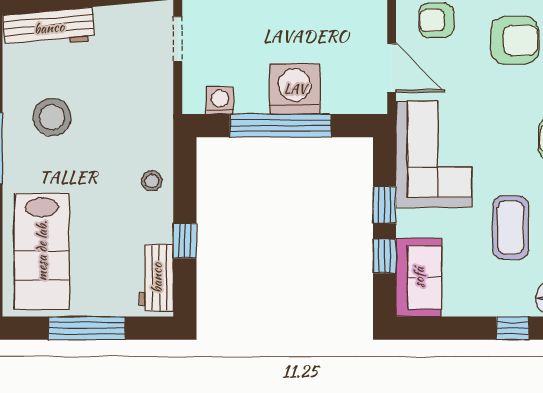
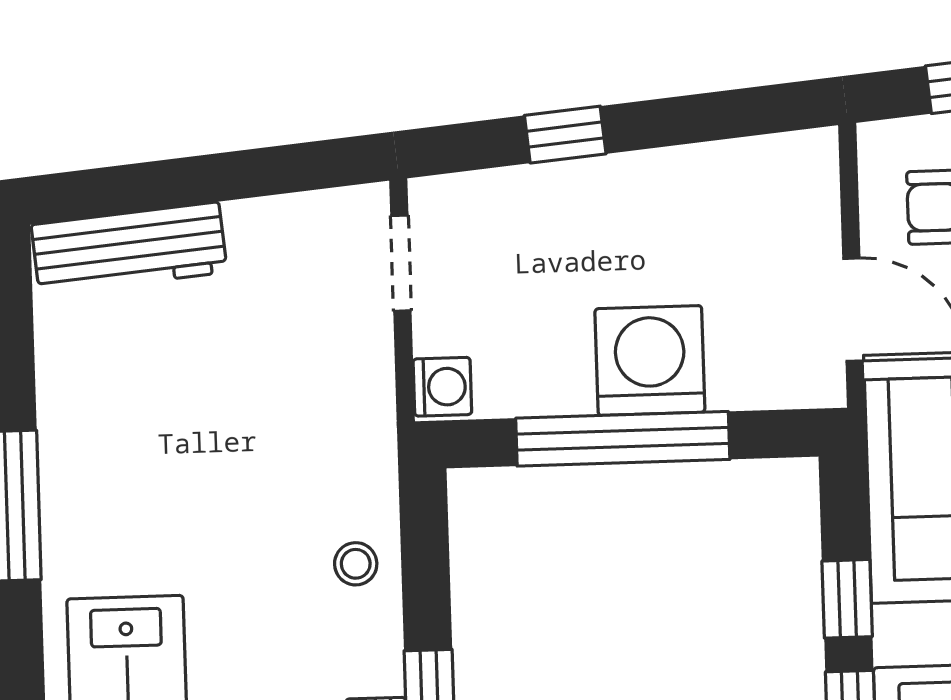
washing machine: (220, 101) -> (442, 387), moved, turned 90
stool: (52, 117) -> (141, 436), removed

